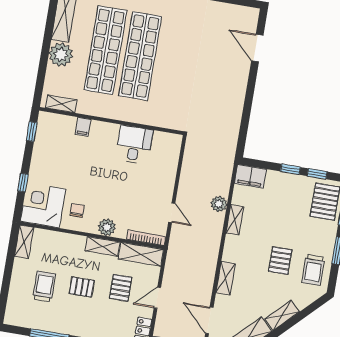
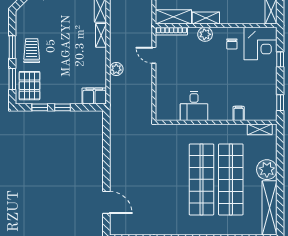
shelving: (235, 220) -> (101, 35), moved
pallet: (280, 261) -> (58, 31), removed
trolley: (313, 270) -> (32, 51), moved

